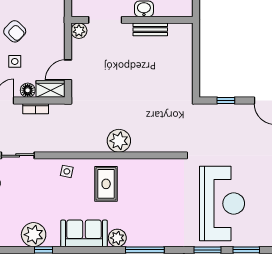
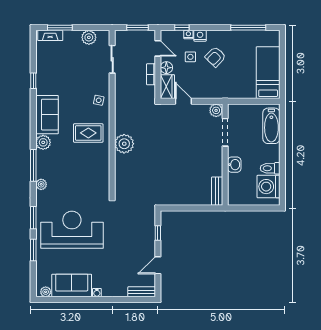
bench: (150, 29) -> (217, 191), moved
reception desk: (222, 204) -> (72, 230), turned 180
plant: (34, 235) -> (41, 184), moved, width x0.53, depth x0.53

